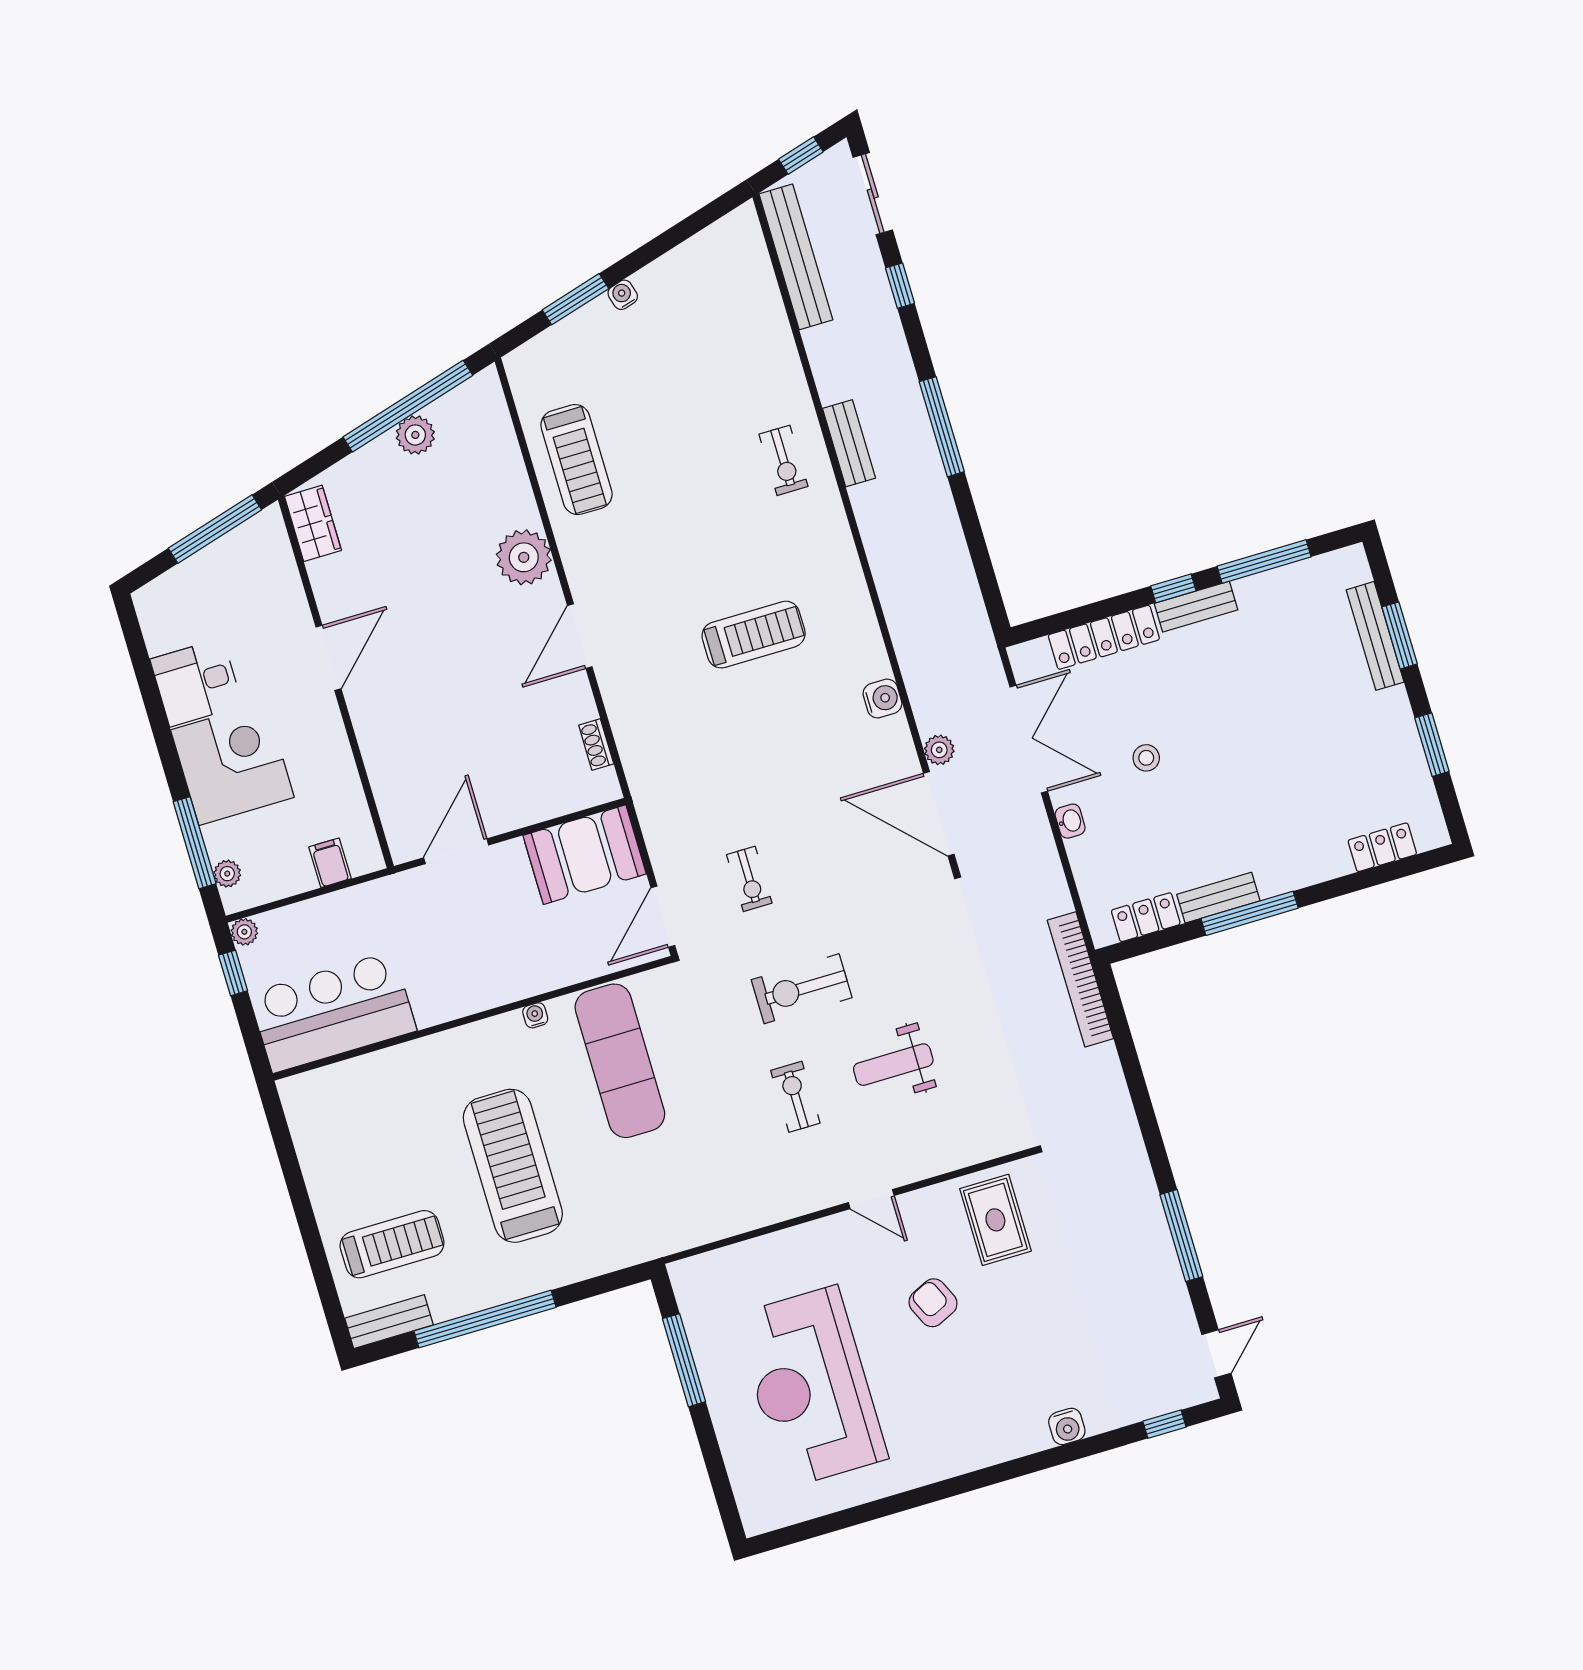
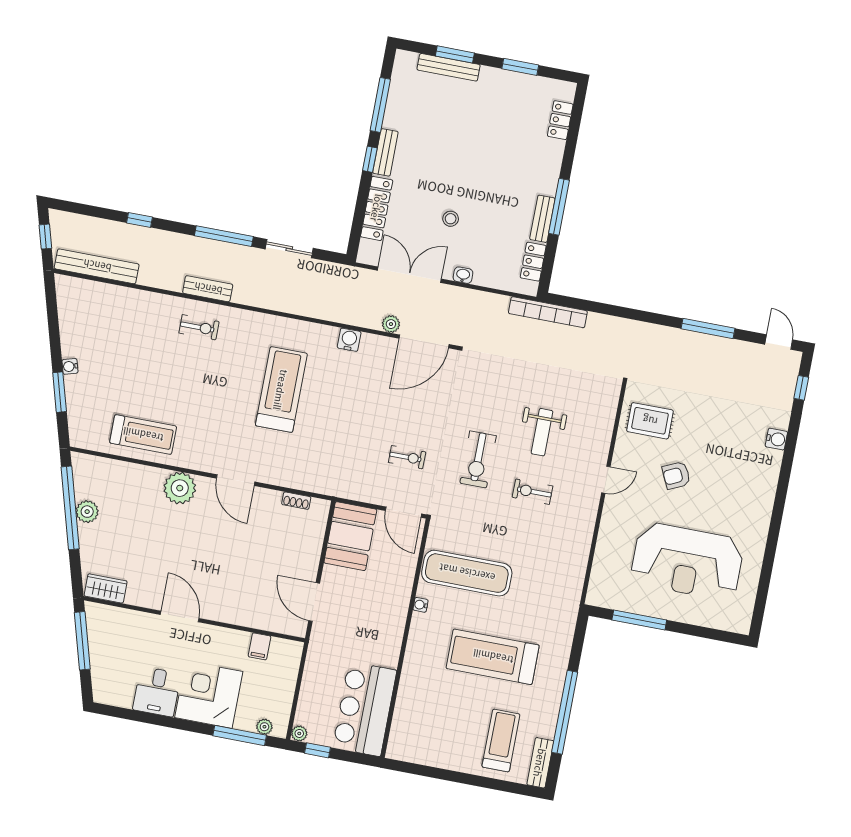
sliding door: (873, 194) -> (289, 249), moved
treadmill: (754, 635) -> (281, 390), width x1.37, depth x1.38
filing cabinet: (330, 863) -> (259, 646), moved, turned -90

